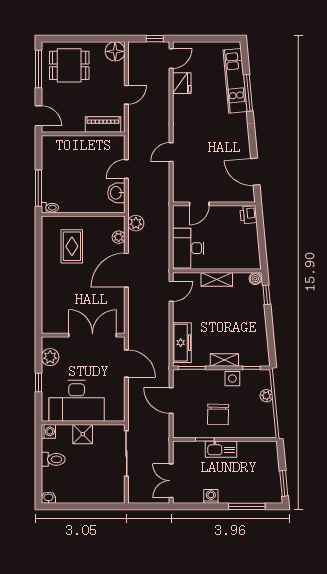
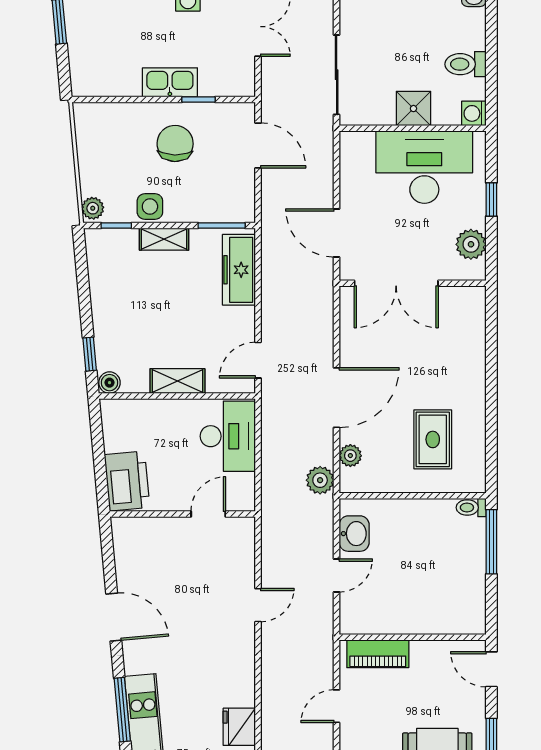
door: (255, 172) -> (114, 617), moved
printer: (248, 215) -> (127, 481), width x1.87, depth x1.48
plant: (266, 396) -> (93, 208), moved
door: (171, 401) -> (258, 145), moved

